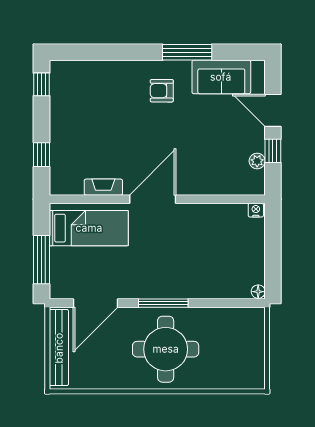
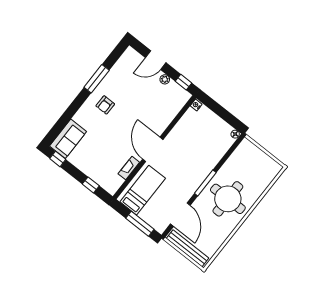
sofa: (221, 77) -> (68, 139), moved
window: (273, 151) -> (183, 82), moved
plant: (257, 161) -> (165, 79), moved

